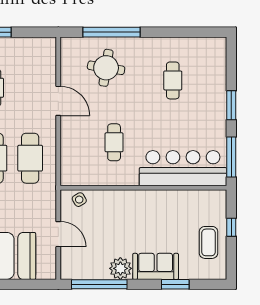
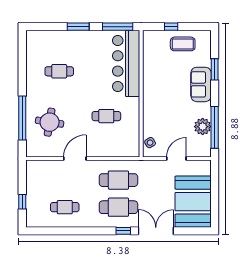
plant: (120, 268) -> (203, 127), moved

